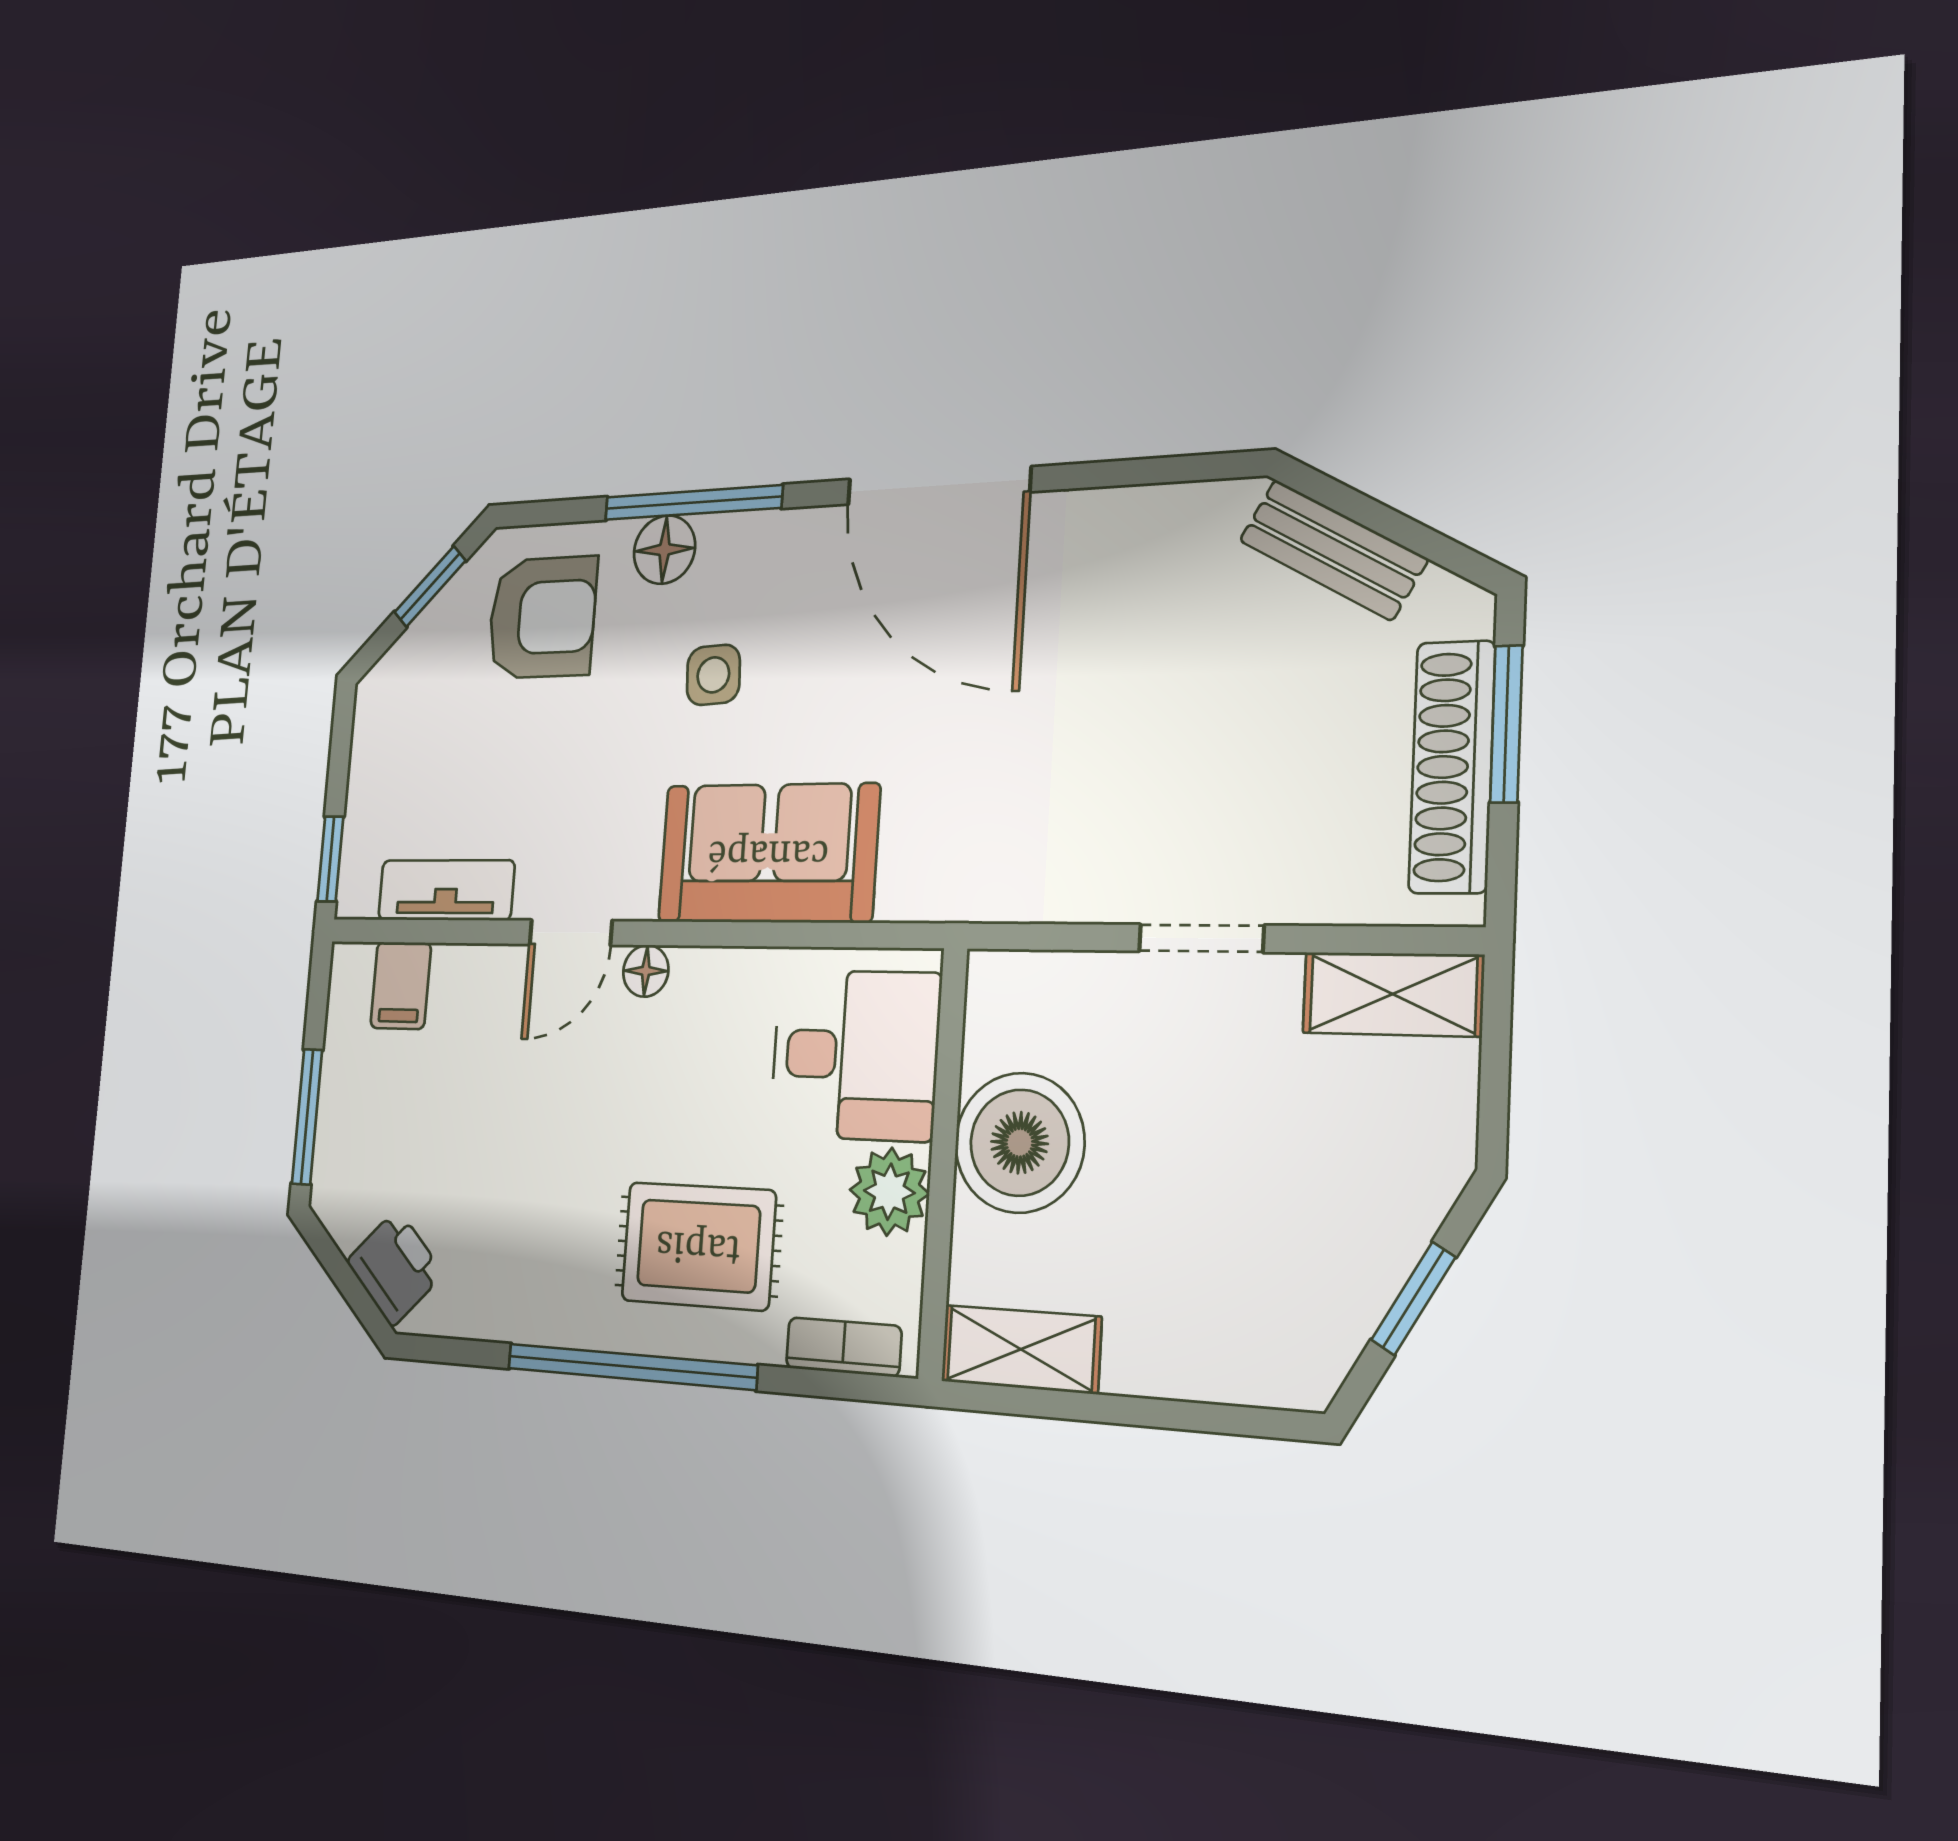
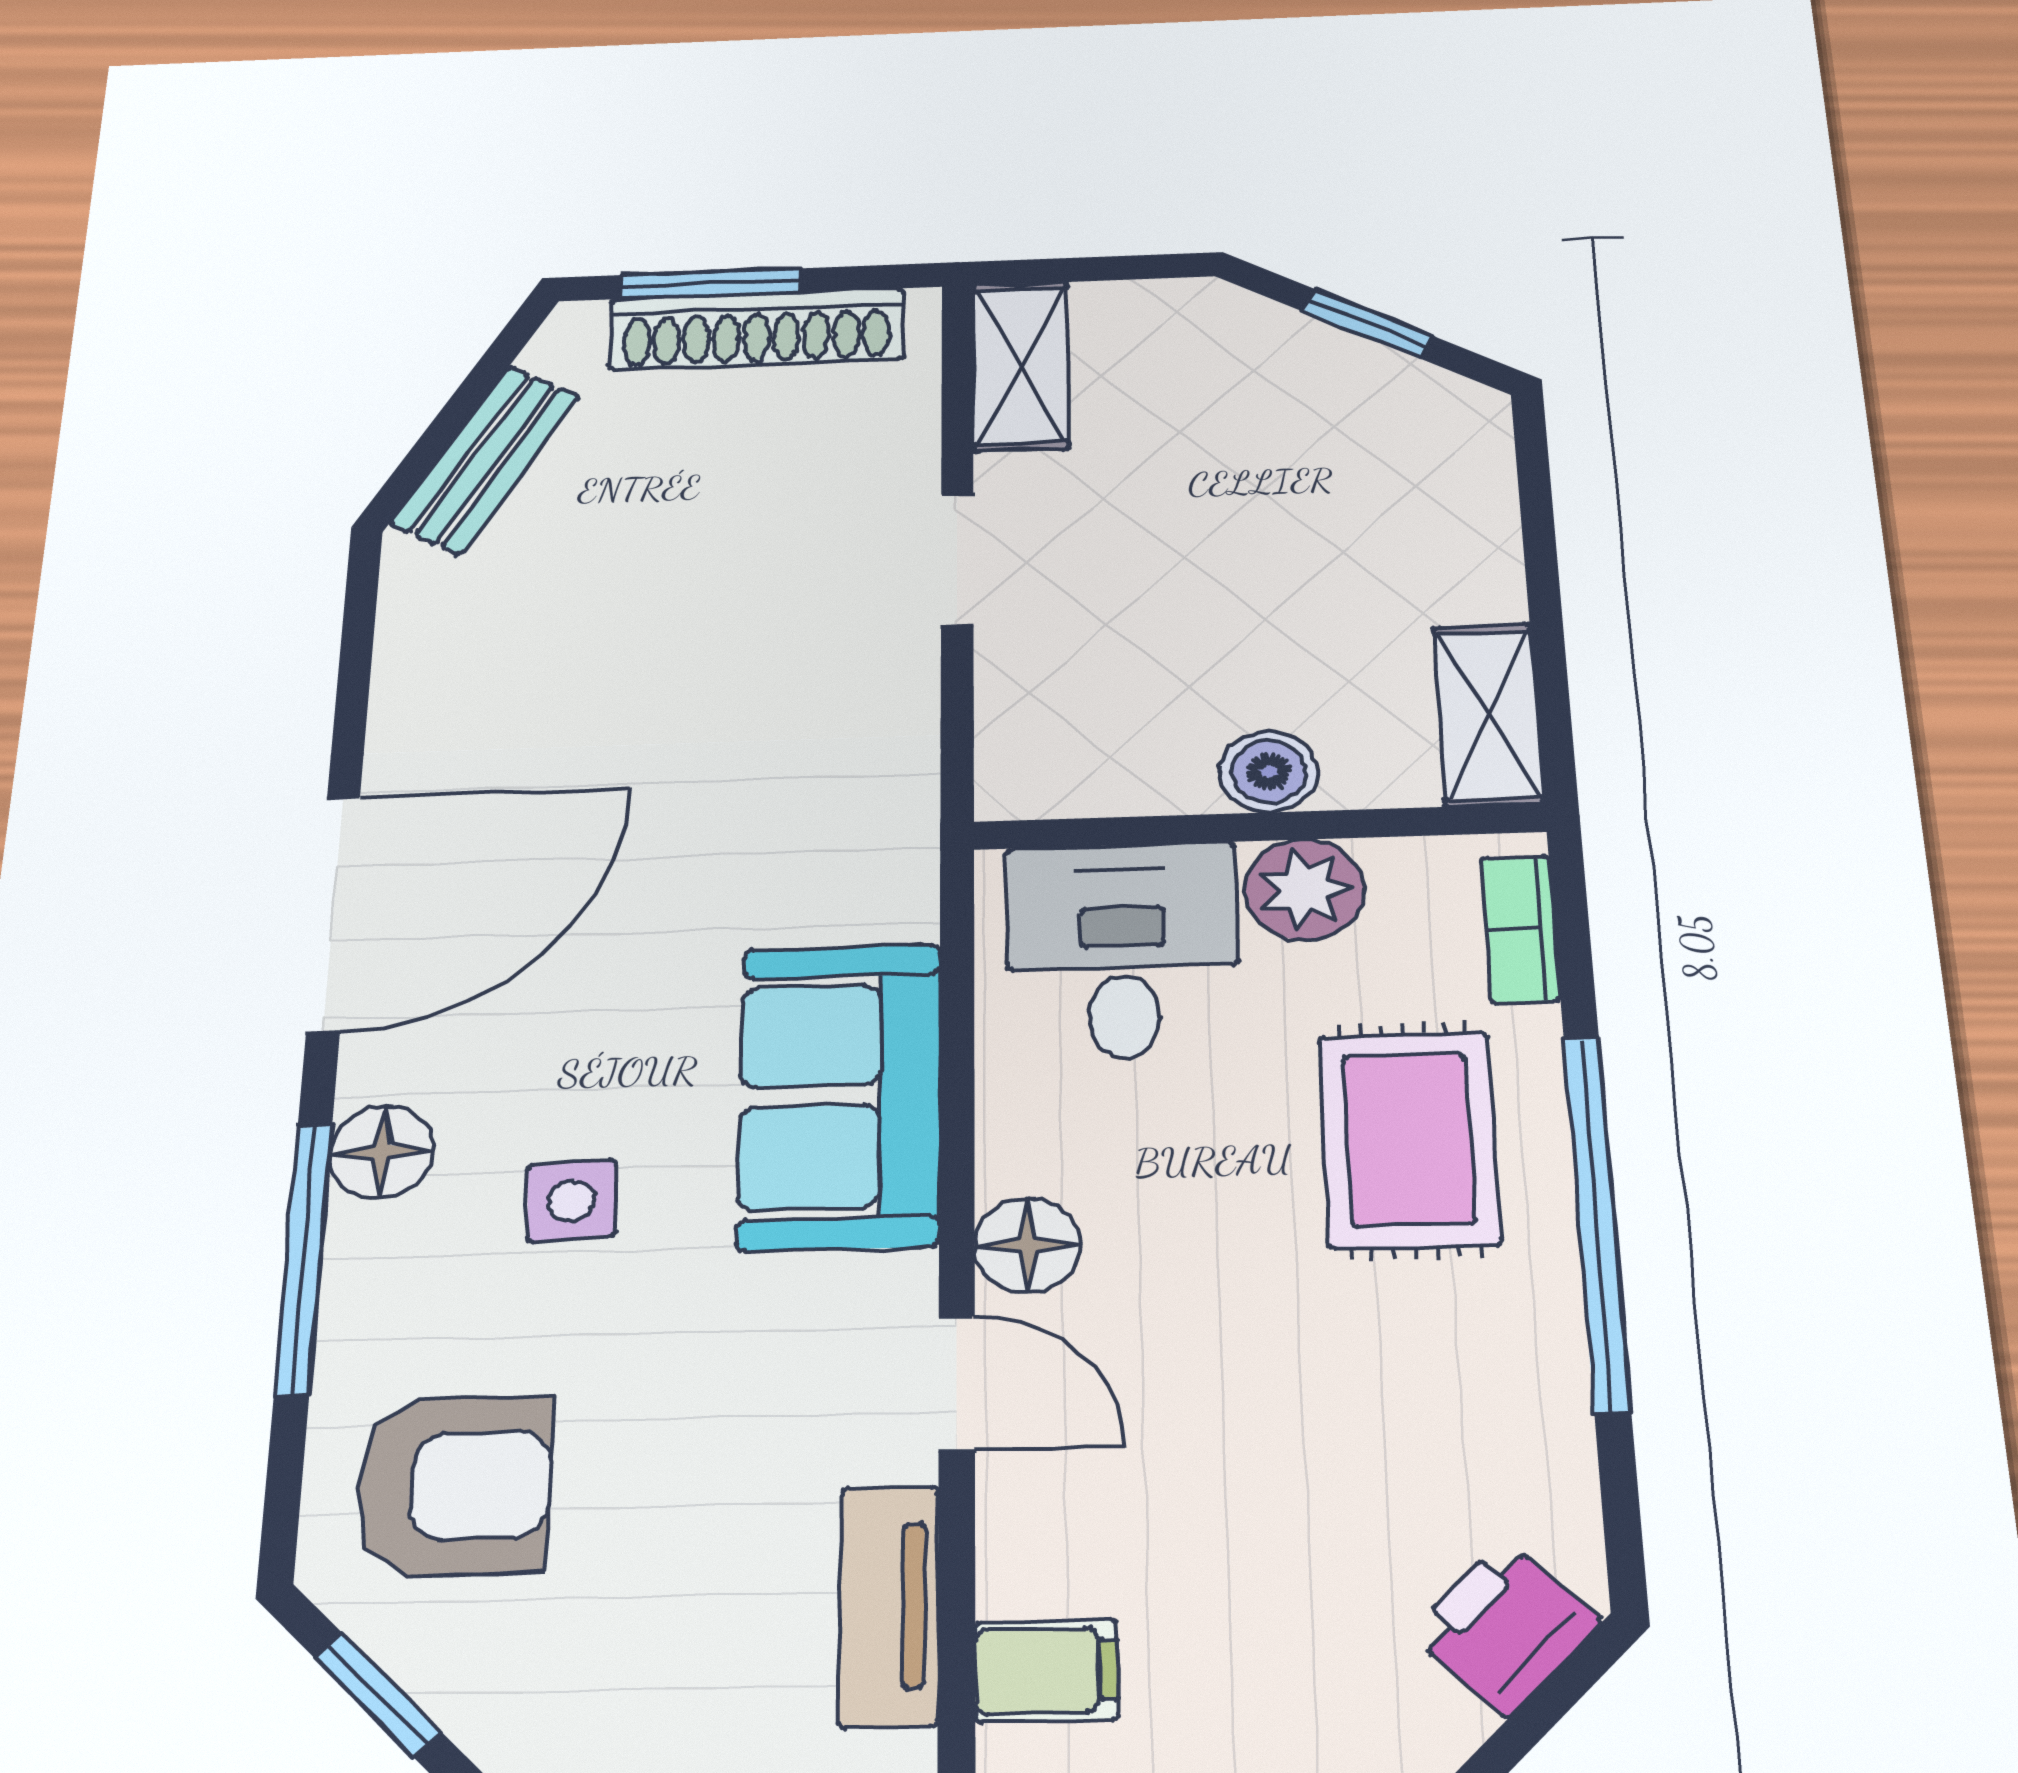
floor lamp: (664, 550) -> (381, 1152), moved
armchair: (542, 617) -> (453, 1486), turned 90
floor lamp: (646, 971) -> (1028, 1245), width x1.37, depth x1.37
boiler: (1020, 1143) -> (1269, 772), width x0.54, depth x0.54

